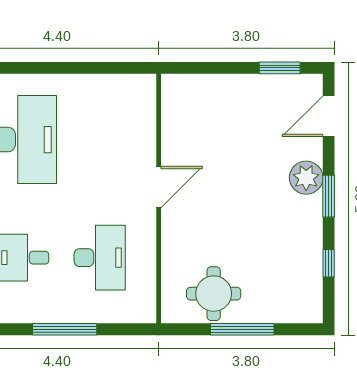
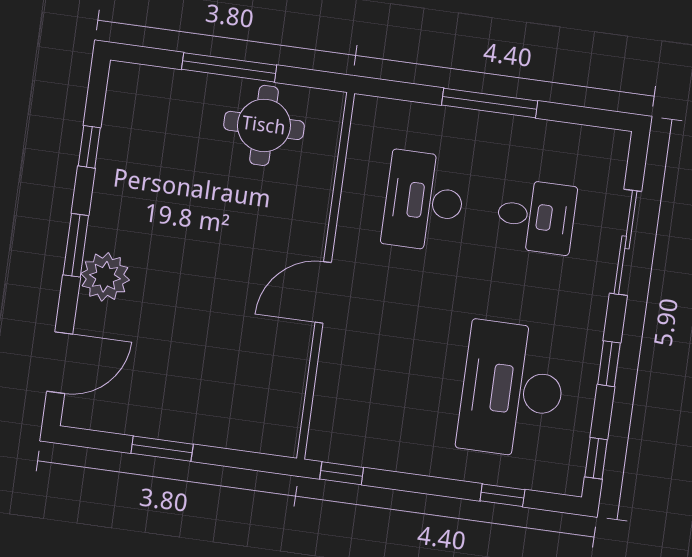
window: (20, 68) -> (502, 495), added
window: (130, 68) -> (342, 473), added
window: (280, 68) -> (162, 449), moved

